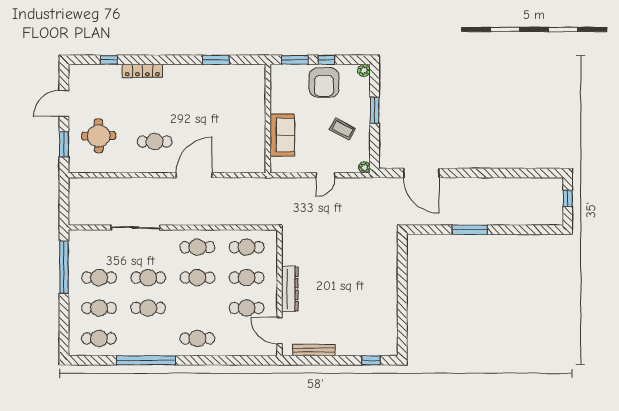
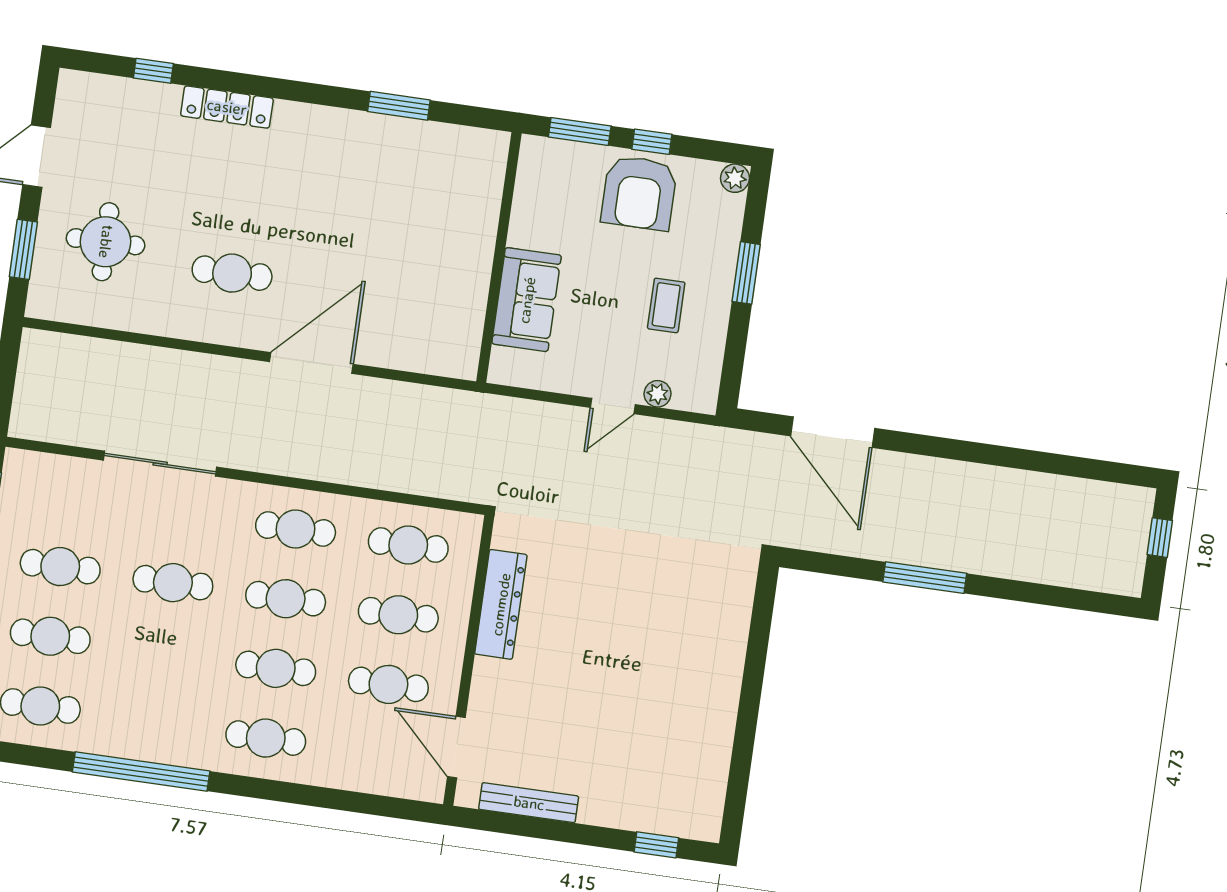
coffee table: (342, 129) -> (666, 305), turned 62
plant: (364, 167) -> (658, 394), moved
dresser: (290, 289) -> (501, 604), moved
cafe table: (148, 308) -> (276, 668), moved

